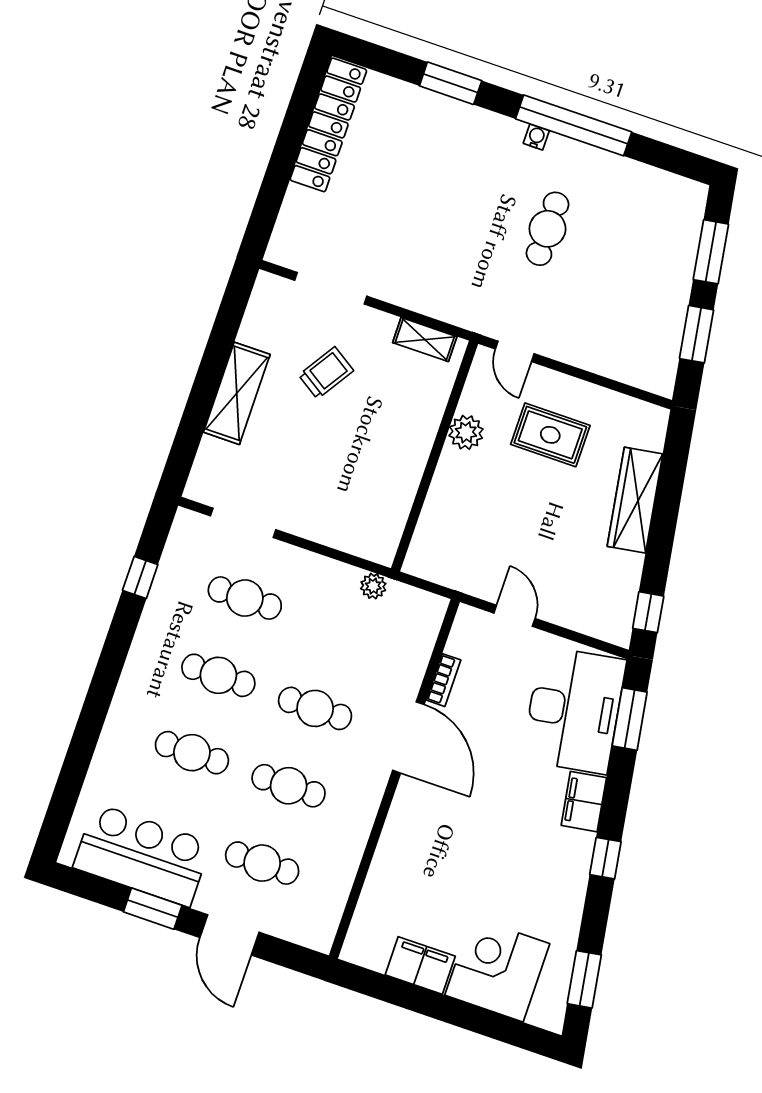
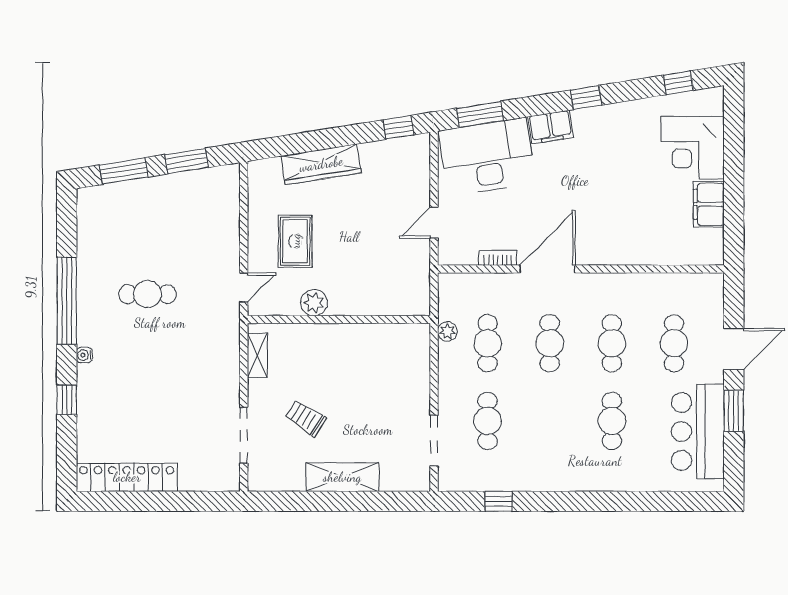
window: (451, 83) -> (67, 400), width x0.67
water cooler: (536, 137) -> (84, 355), moved
cafe table: (218, 675) -> (488, 343), moved
window: (584, 979) -> (678, 83), width x0.67

